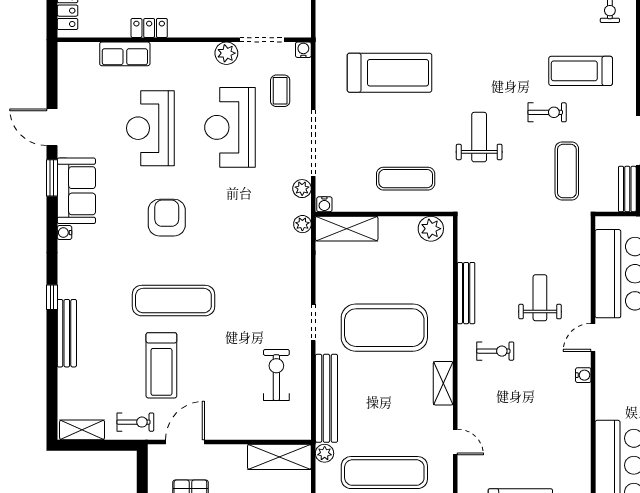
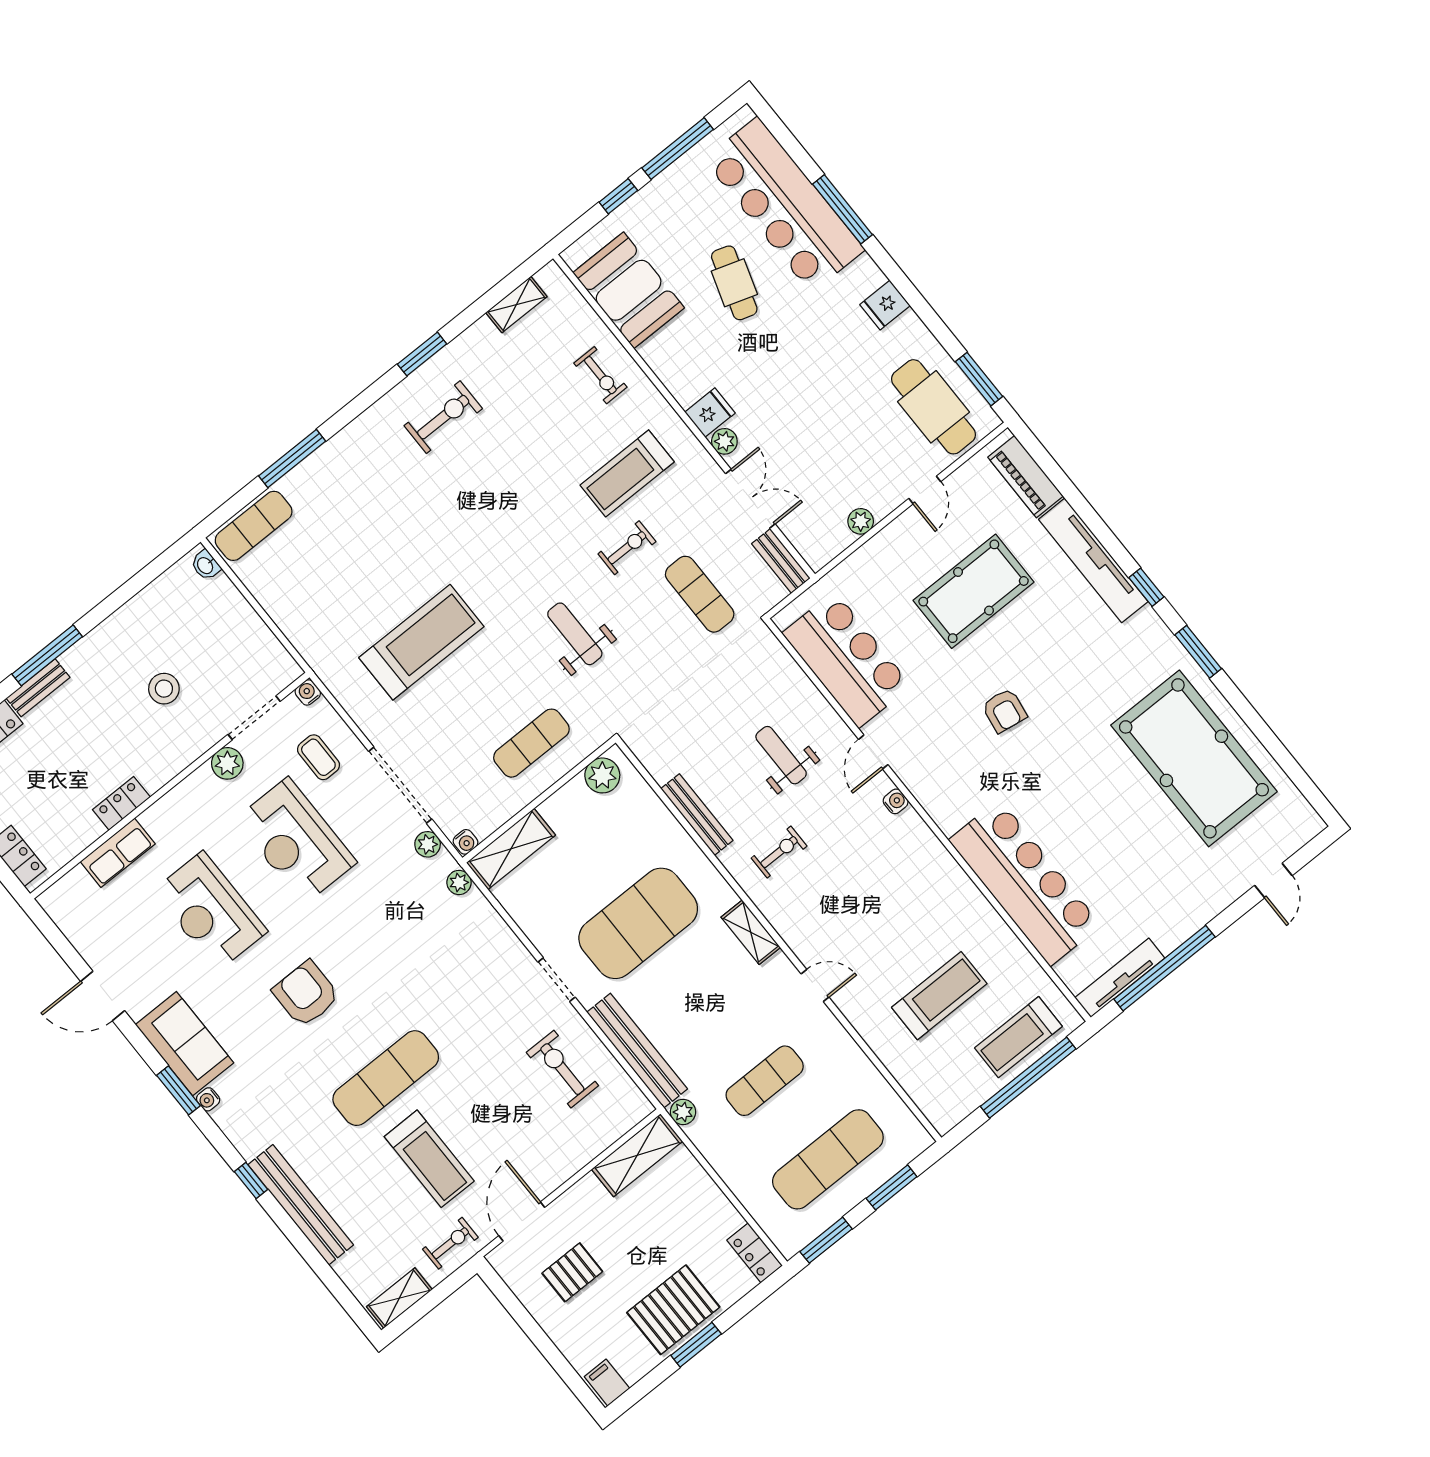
window: (52, 178) -> (179, 1090), moved
bench: (67, 333) -> (301, 1205), width x1.37, depth x1.21
exercise mat: (384, 473) -> (765, 1081), width x0.73, depth x0.69

